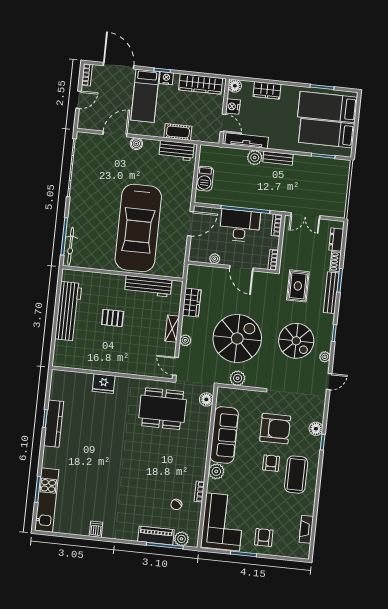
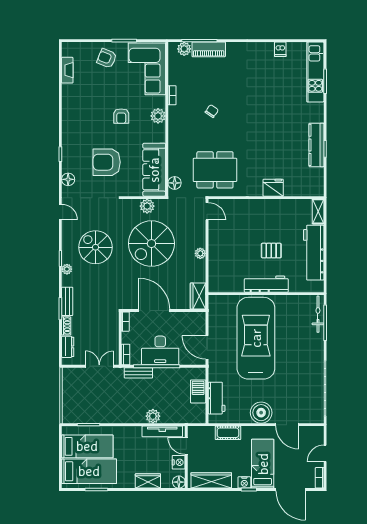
door: (115, 134) -> (287, 425), hinge flipped
boiler: (136, 144) -> (261, 413), width x1.86, depth x1.86
workbench: (177, 151) -> (217, 398), moved, turned 90
bench: (278, 158) -> (138, 373), moved
door: (190, 224) -> (207, 347), hinge flipped
plant: (215, 259) -> (181, 317), removed
door: (241, 268) -> (154, 310), width x1.36
workbench: (148, 286) -> (266, 284), moved
rug: (298, 286) -> (99, 299), removed
bench: (331, 293) -> (67, 301), width x0.73
wardrobe: (192, 303) -> (198, 296), moved
shelving: (172, 329) -> (318, 211), moved
plant: (185, 340) -> (200, 253), moved
plant: (325, 357) -> (67, 269), moved
door: (329, 382) -> (60, 212), swing flipped
floor lamp: (316, 429) -> (68, 179), moved
sofa: (224, 435) -> (154, 170), moved
armchair: (271, 463) -> (121, 116), moved
coffee table: (296, 475) -> (82, 121), removed
chair: (176, 504) -> (212, 111), moved
dishwasher: (96, 529) -> (280, 49), moved
armchair: (264, 537) -> (107, 58), turned 112

